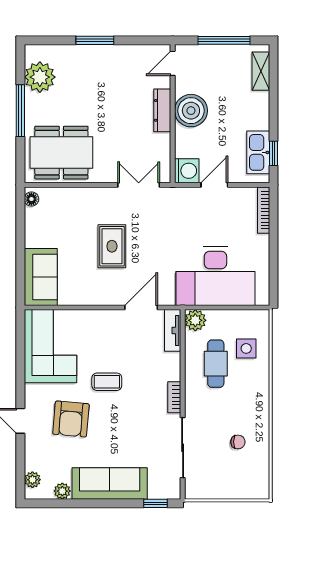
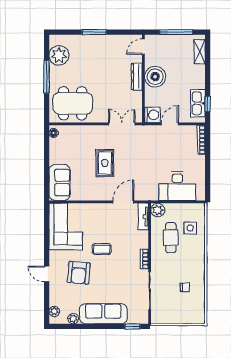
desk: (215, 276) -> (177, 186), width x0.73, depth x0.77

